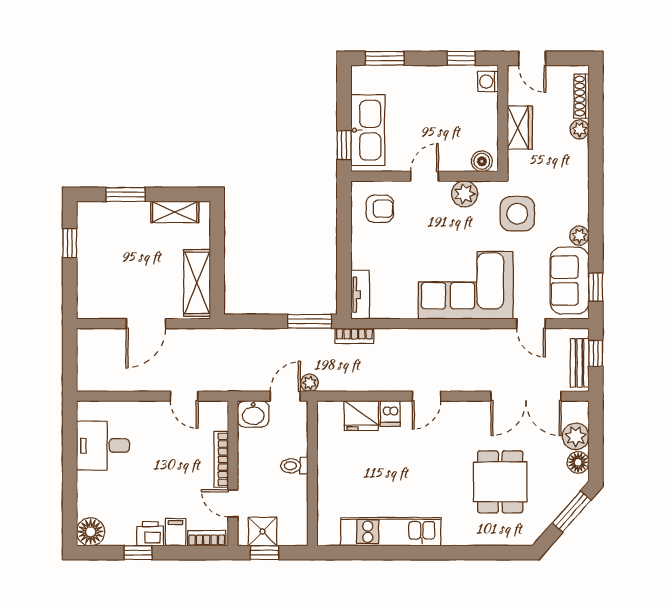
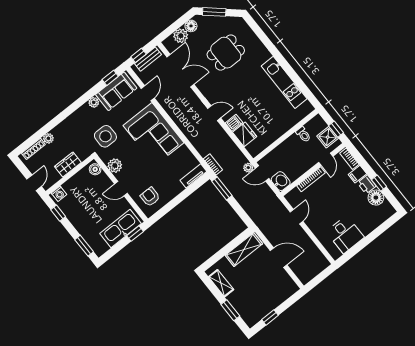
toilet: (294, 466) -> (303, 134), moved
floor lamp: (91, 532) -> (376, 198), moved

